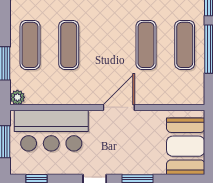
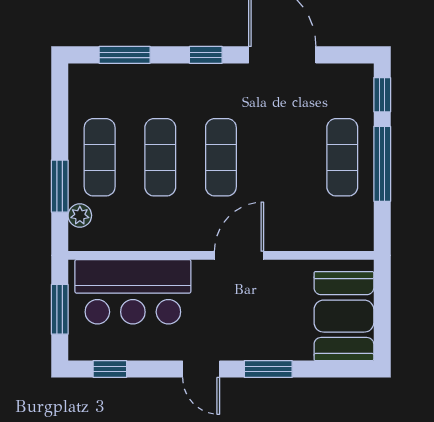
exercise mat: (146, 45) -> (221, 157), moved
plant: (17, 97) -> (80, 215), moved

